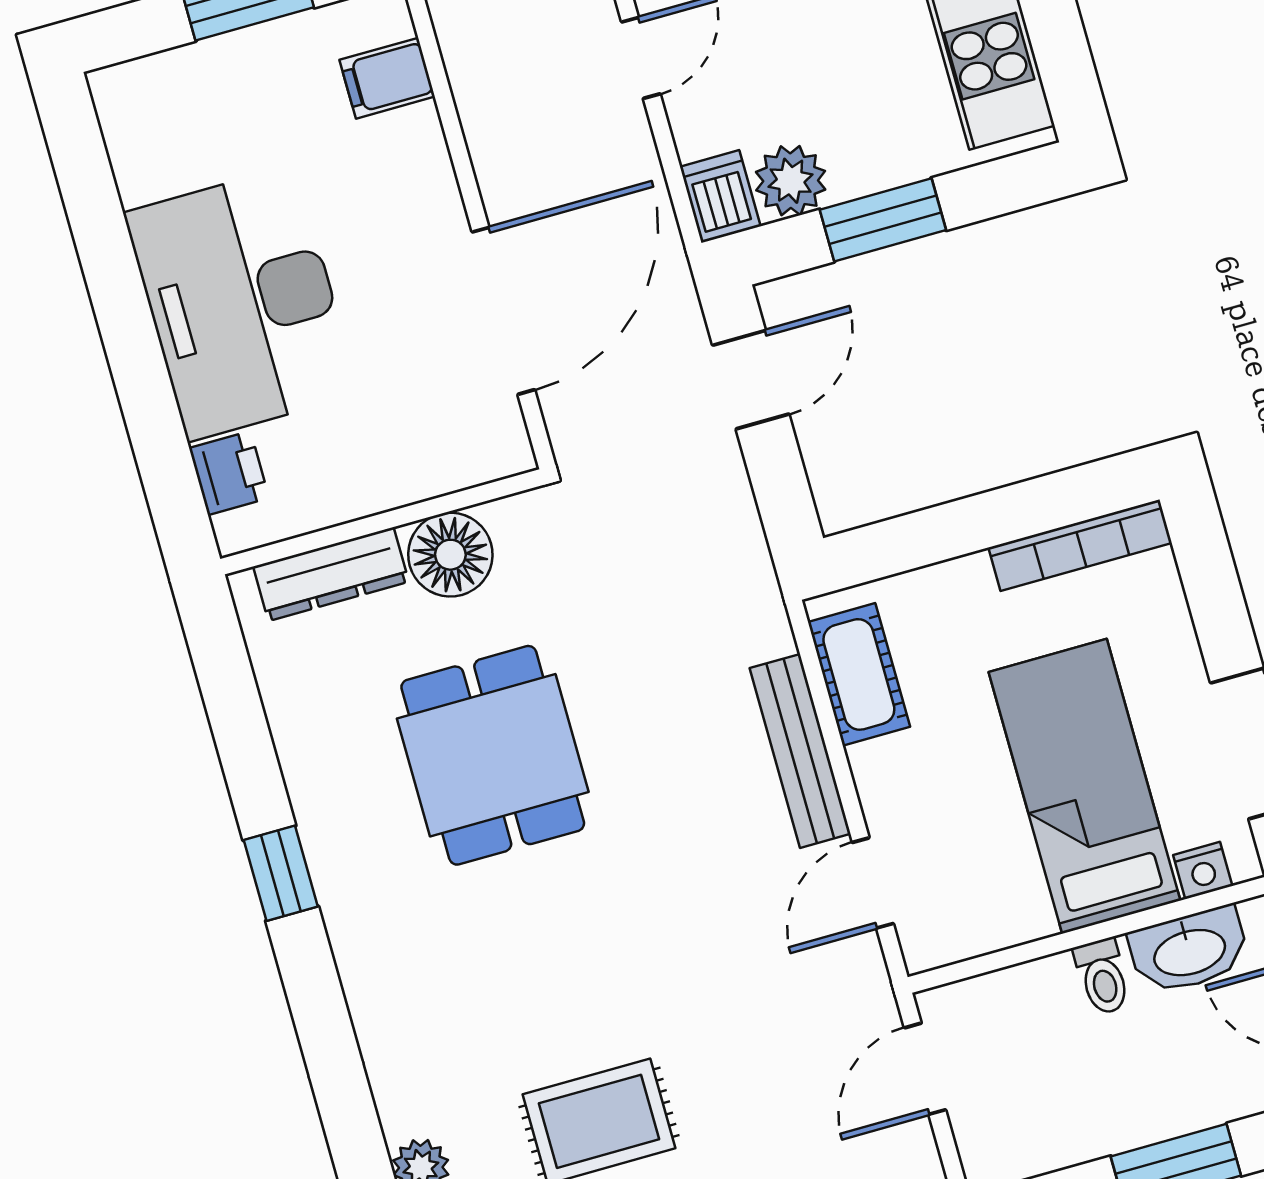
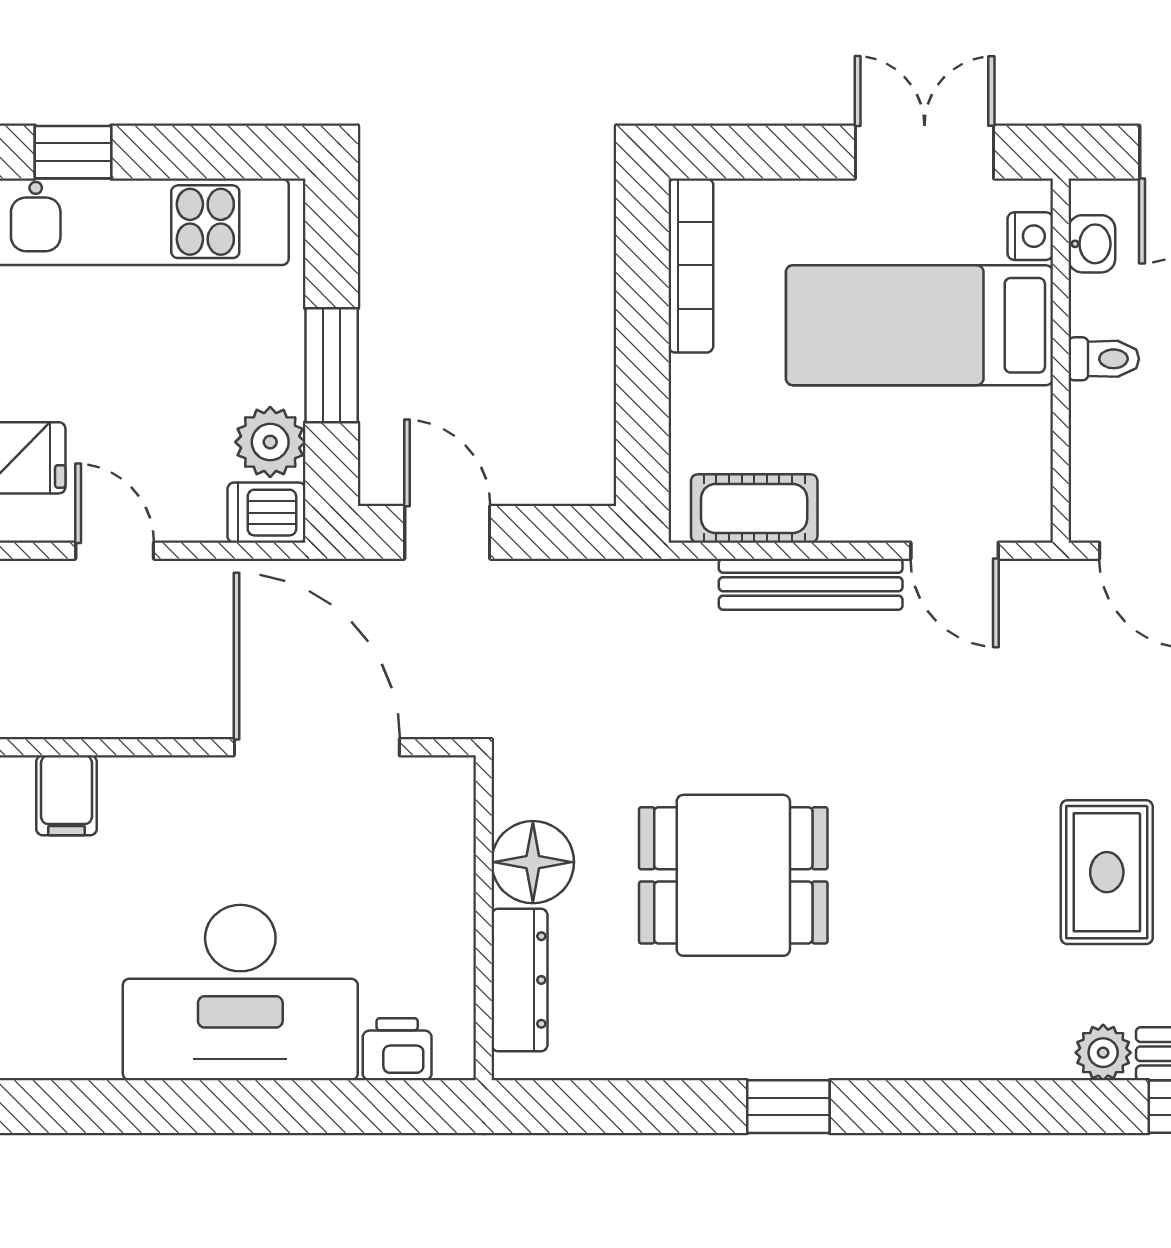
washbasin: (1189, 951) -> (1092, 244), width x0.52, depth x0.69

